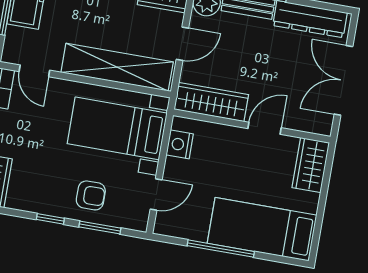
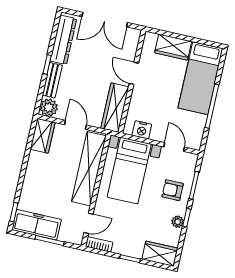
wardrobe: (311, 165) -> (173, 47), moved
armchair: (91, 195) -> (173, 190), turned -90
plant: (43, 205) -> (178, 222), added

